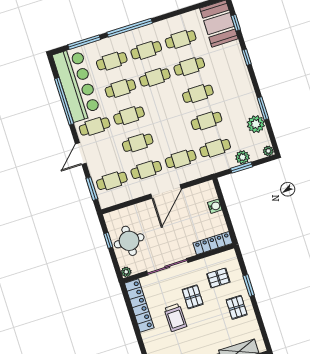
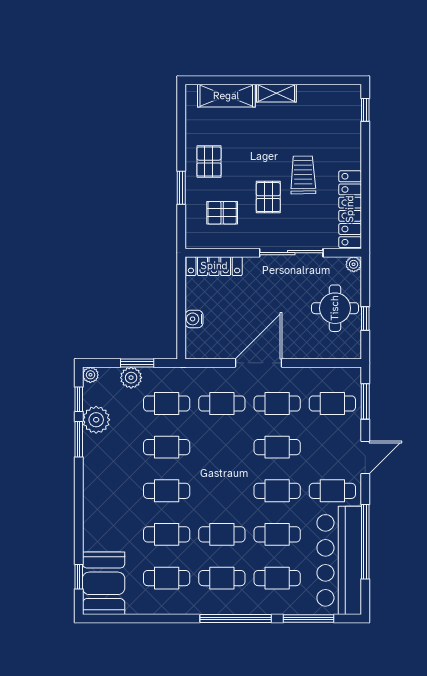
window: (247, 57) -> (79, 399), moved

